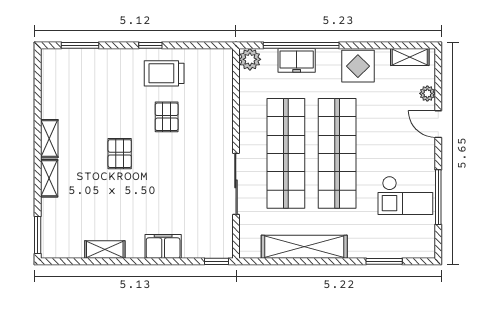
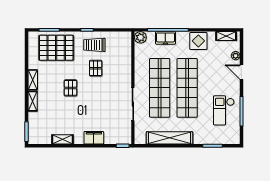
pallet: (93, 79) -> (56, 48), added
checkout: (405, 195) -> (224, 110), turned 90

